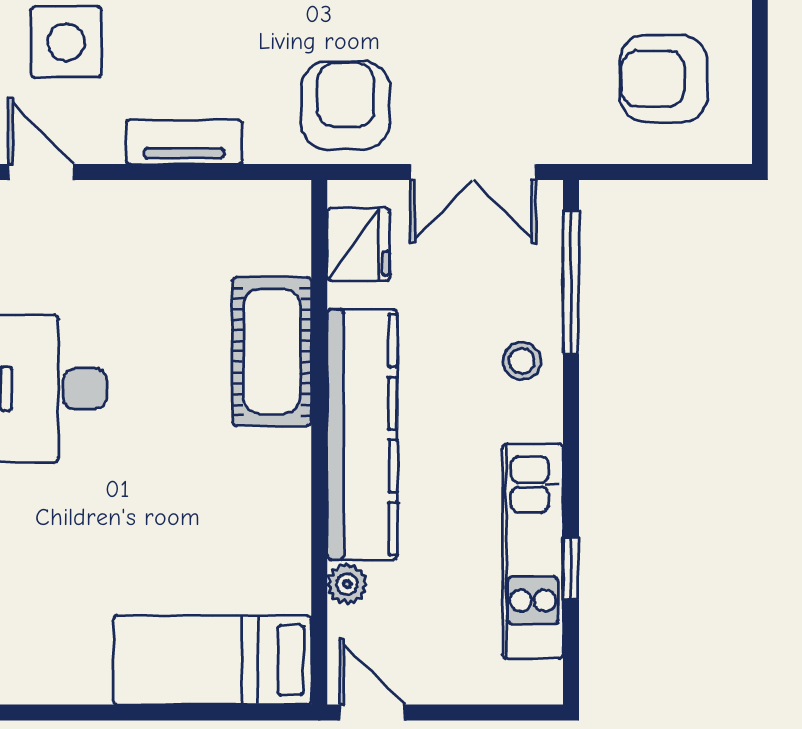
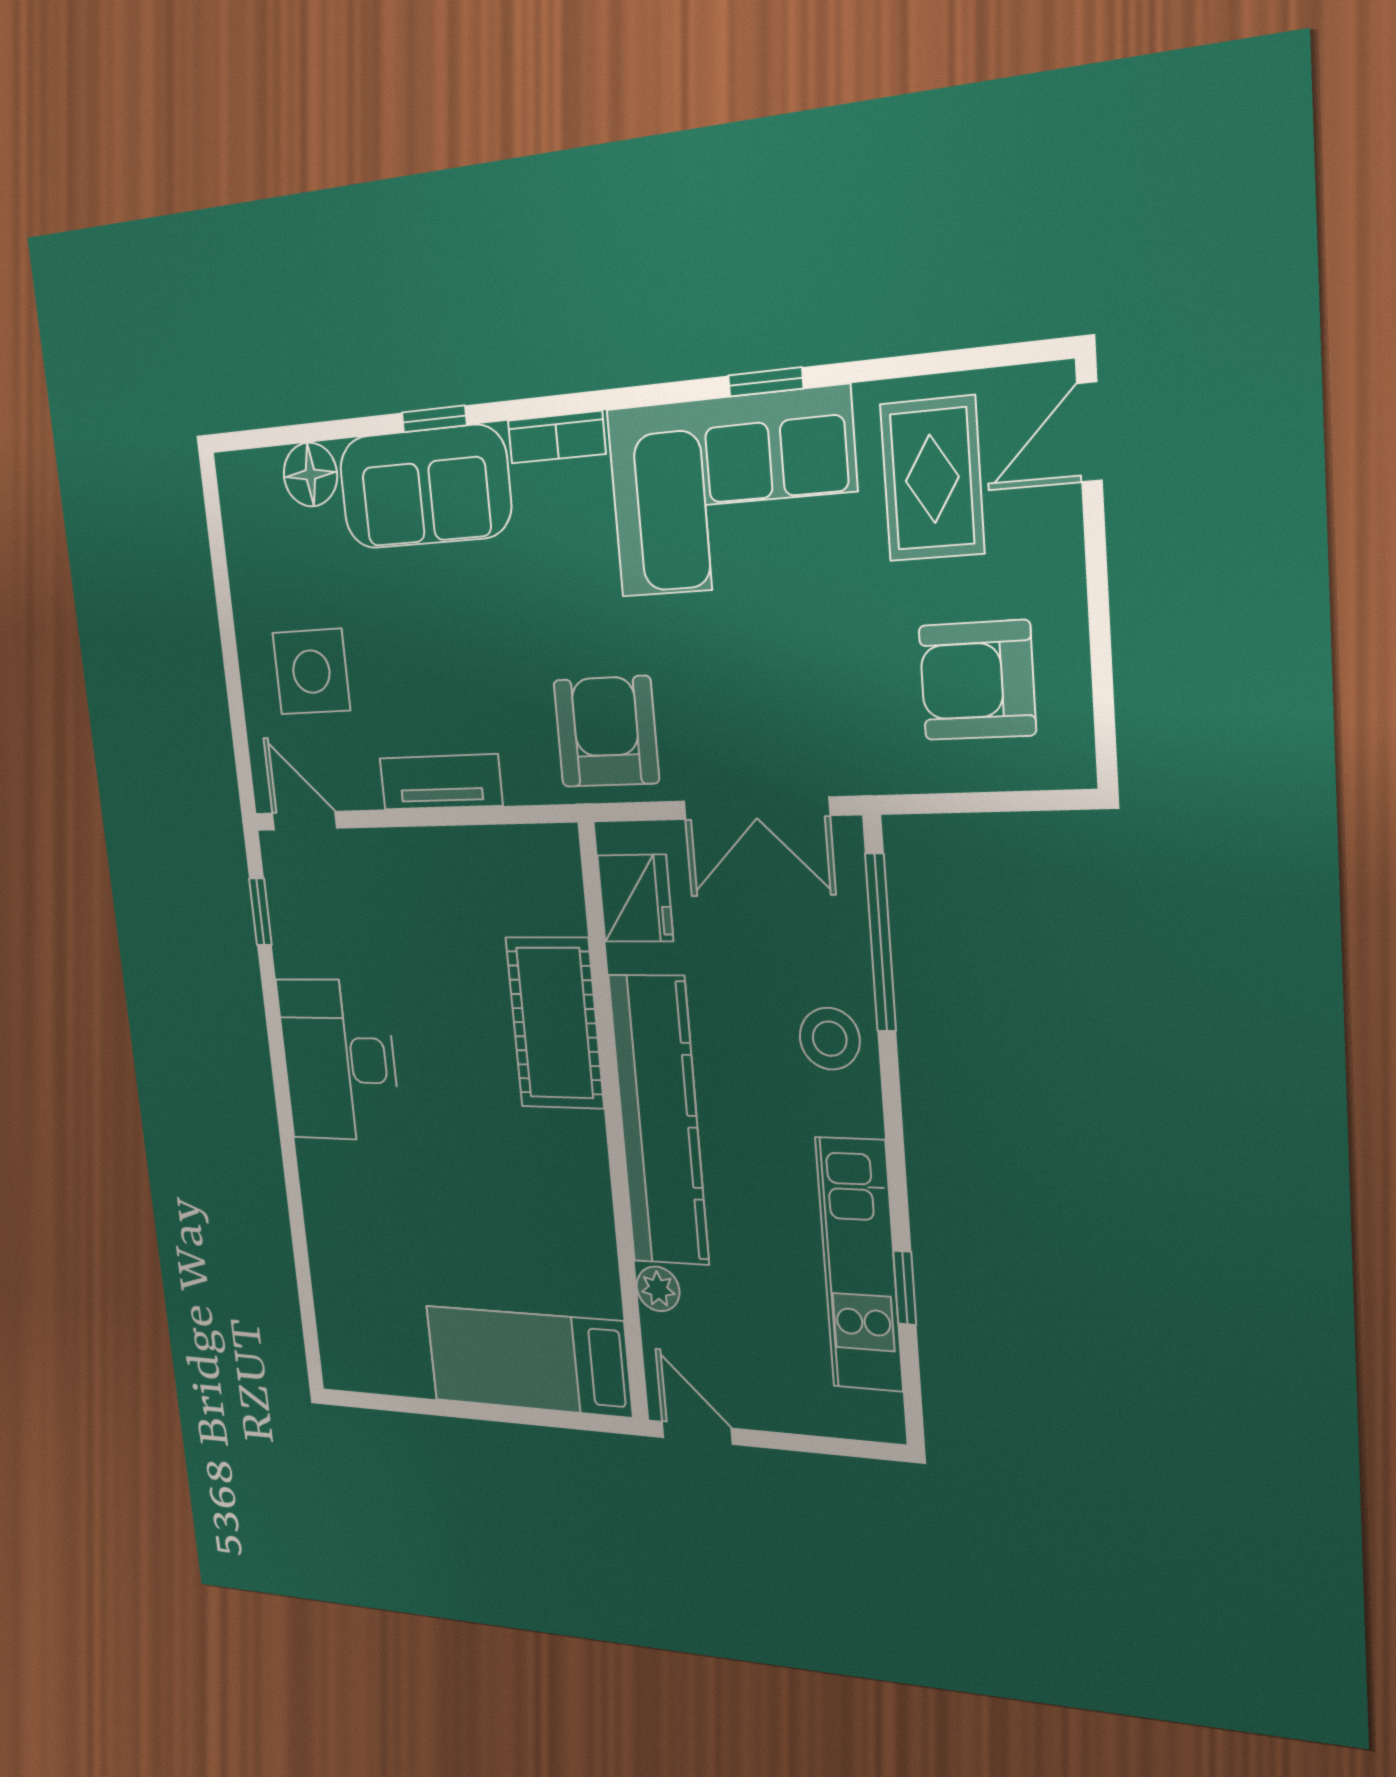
stool: (522, 361) -> (830, 1039), width x1.37, depth x1.37

